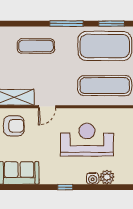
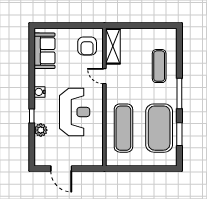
water cooler: (93, 178) -> (40, 92), moved
window: (65, 187) -> (32, 116), moved

